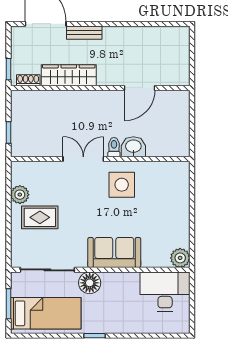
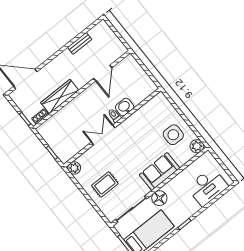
bench: (84, 33) -> (80, 43), moved
side table: (122, 185) -> (173, 135), moved
plant: (20, 195) -> (74, 168), moved
desk: (165, 292) -> (207, 187), moved, turned 180

